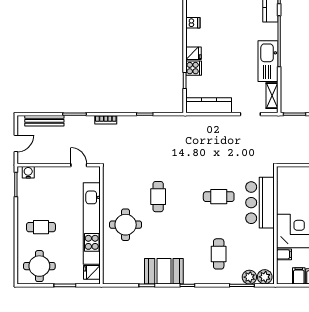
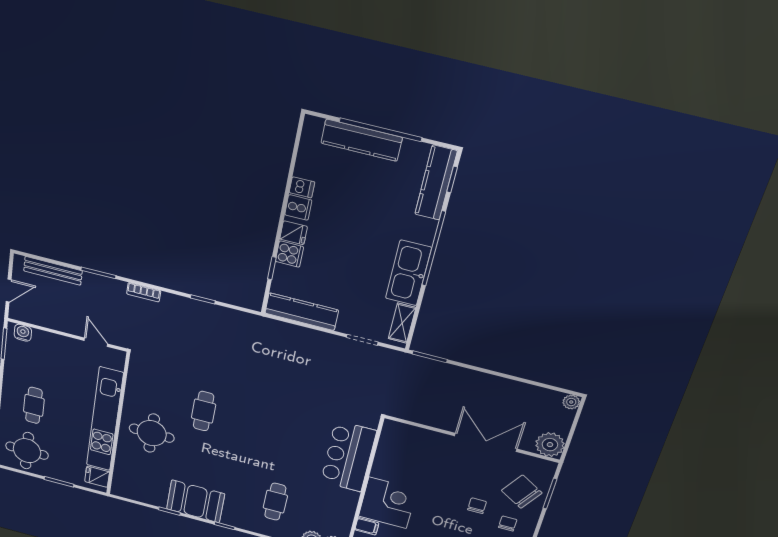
cooker: (193, 36) -> (298, 207), added
cafe table: (219, 197) -> (291, 434), removed
cafe table: (41, 227) -> (34, 405), turned 90

